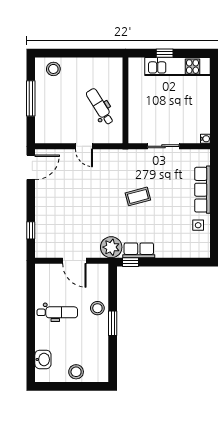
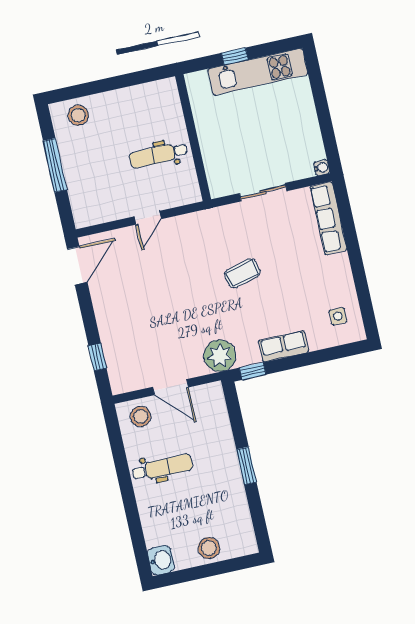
dental chair: (100, 107) -> (158, 155), turned -58
door: (84, 146) -> (148, 218), hinge flipped
row of seats: (202, 190) -> (328, 218), moved
side table: (198, 225) -> (338, 316), moved
row of seats: (139, 250) -> (284, 346), moved
stool: (97, 308) -> (141, 416), moved
washbasin: (43, 359) -> (161, 560), moved

